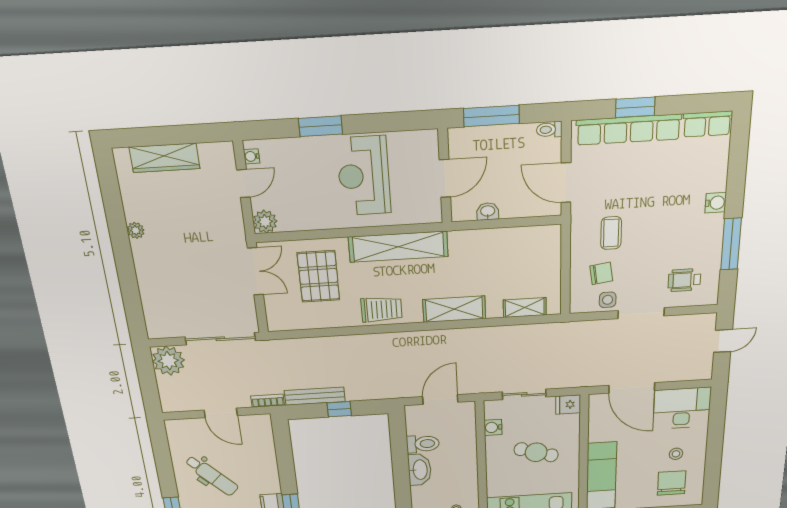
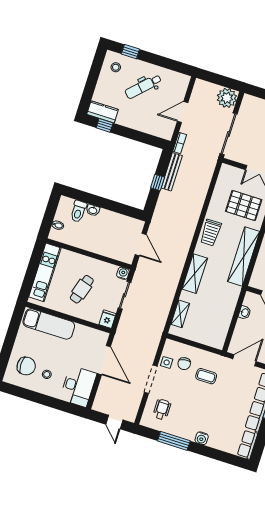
door: (632, 388) -> (104, 360), swing flipped
water cooler: (493, 427) -> (123, 273), moved
toilet: (423, 444) -> (78, 211), moved
washbasin: (420, 470) -> (93, 210), width x0.52, depth x0.69

